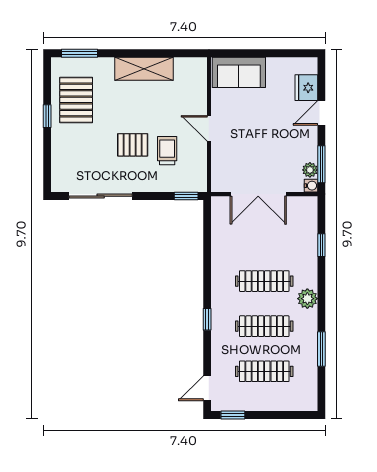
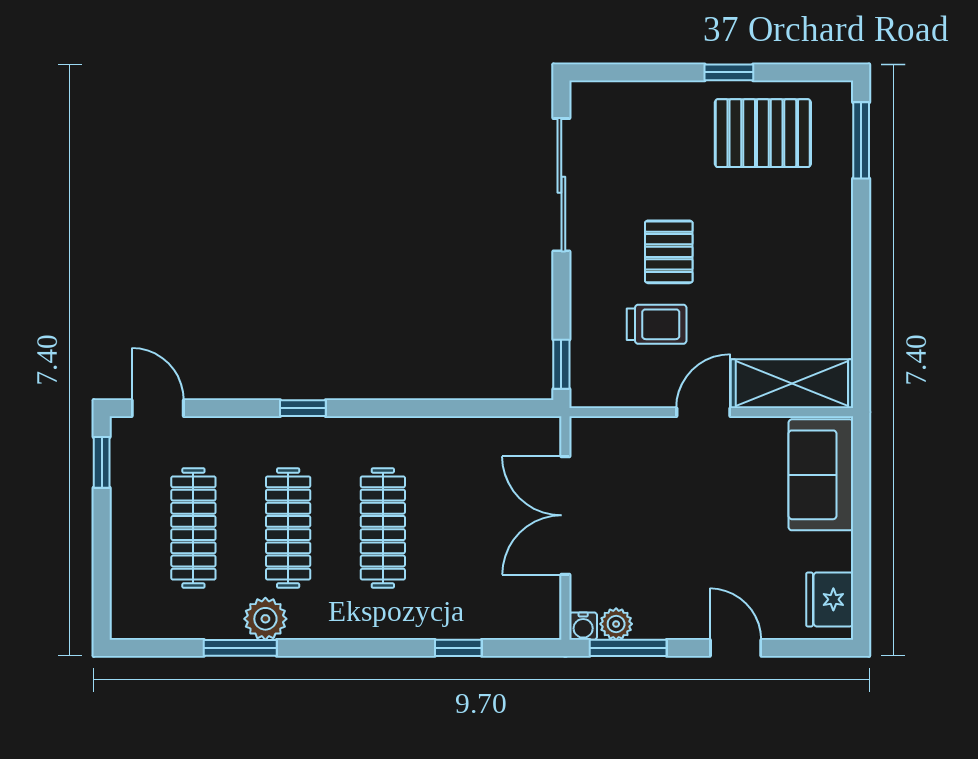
shelving: (144, 69) -> (792, 384), moved, turned 90
fridge: (306, 88) -> (830, 599), moved, turned -90
plant: (307, 299) -> (265, 619), moved

